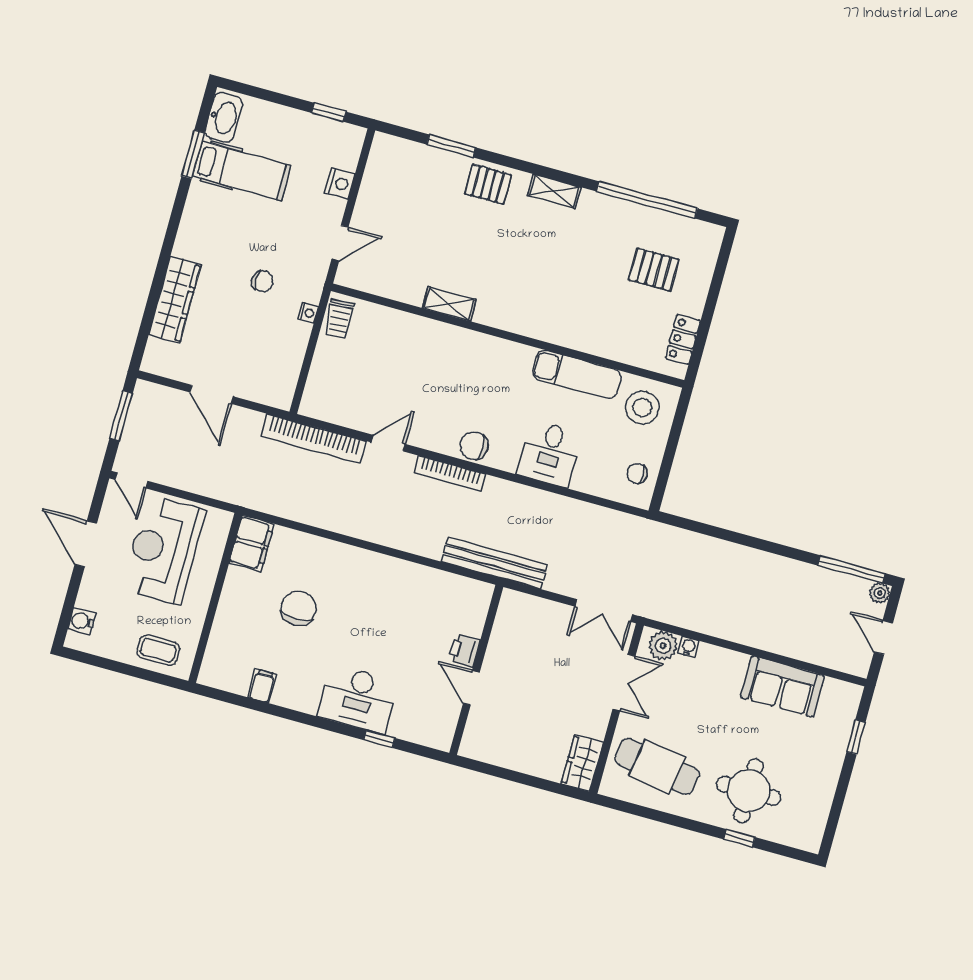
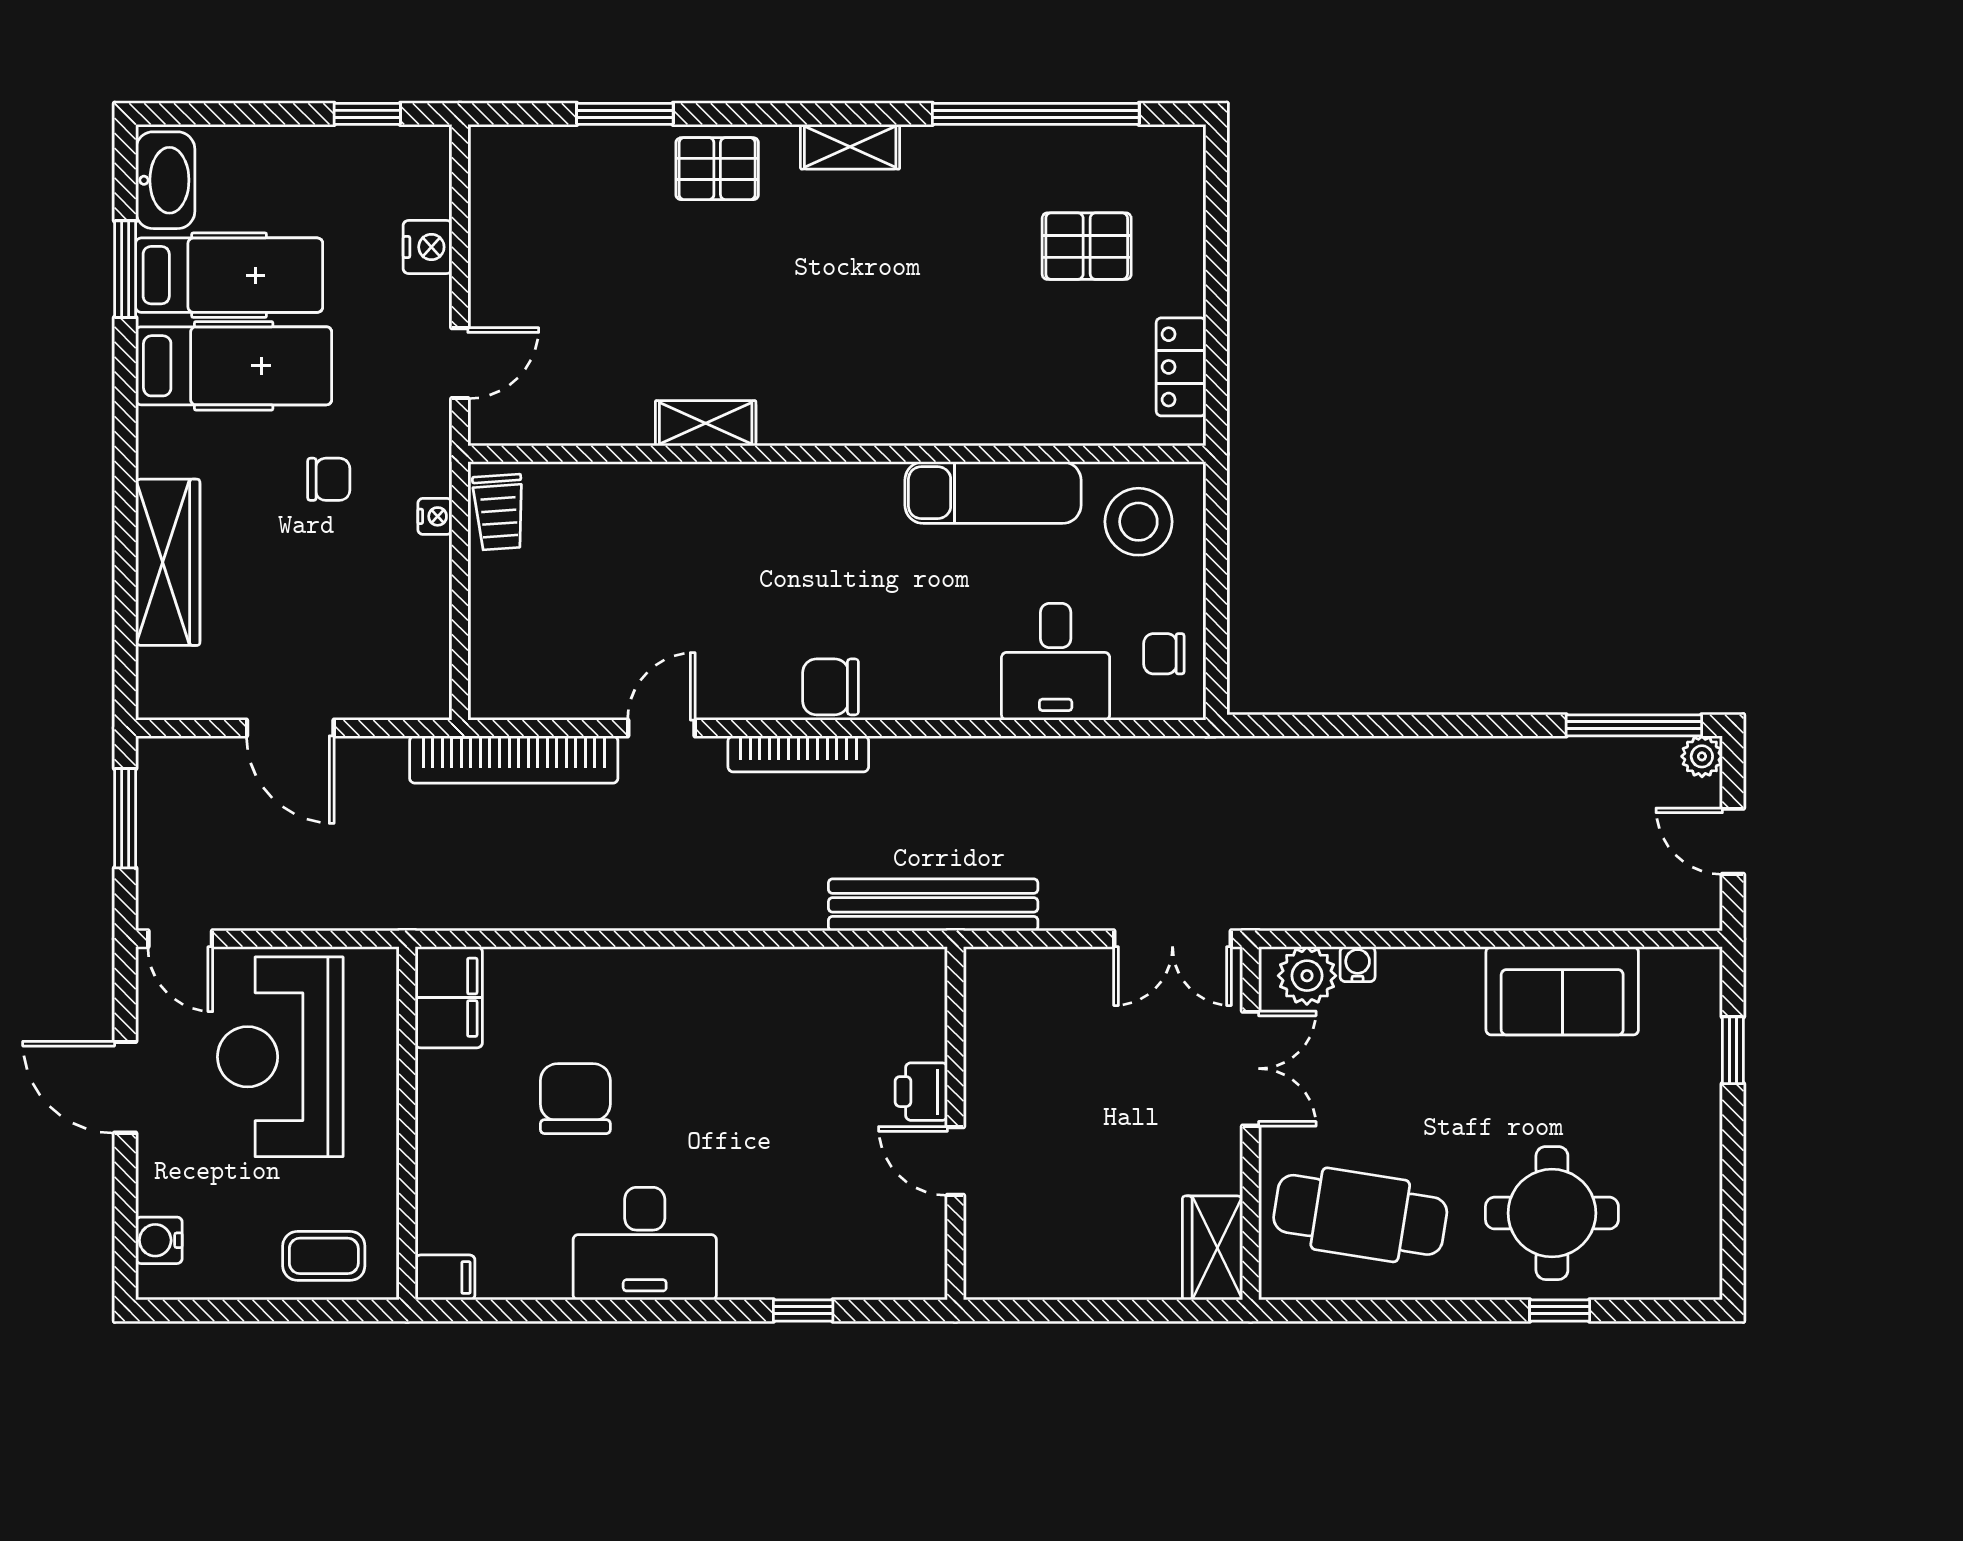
hospital bed: (232, 215) -> (234, 366), added
desk: (549, 454) -> (1056, 662), moved
filing cabinet: (262, 686) -> (445, 1277), moved, turned 90
desk: (358, 699) -> (645, 1244), moved

